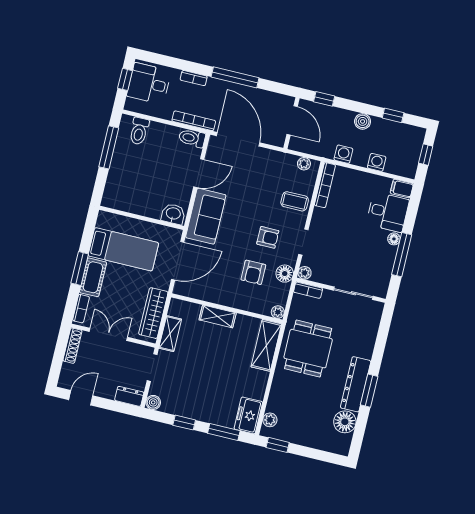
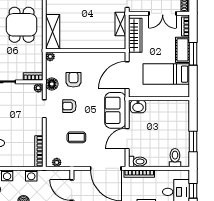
window: (109, 147) -> (193, 142), width x0.69
coffee table: (295, 201) -> (76, 137), moved
shelving: (218, 316) -> (91, 44), removed
dining table: (308, 349) -> (22, 25), moved

